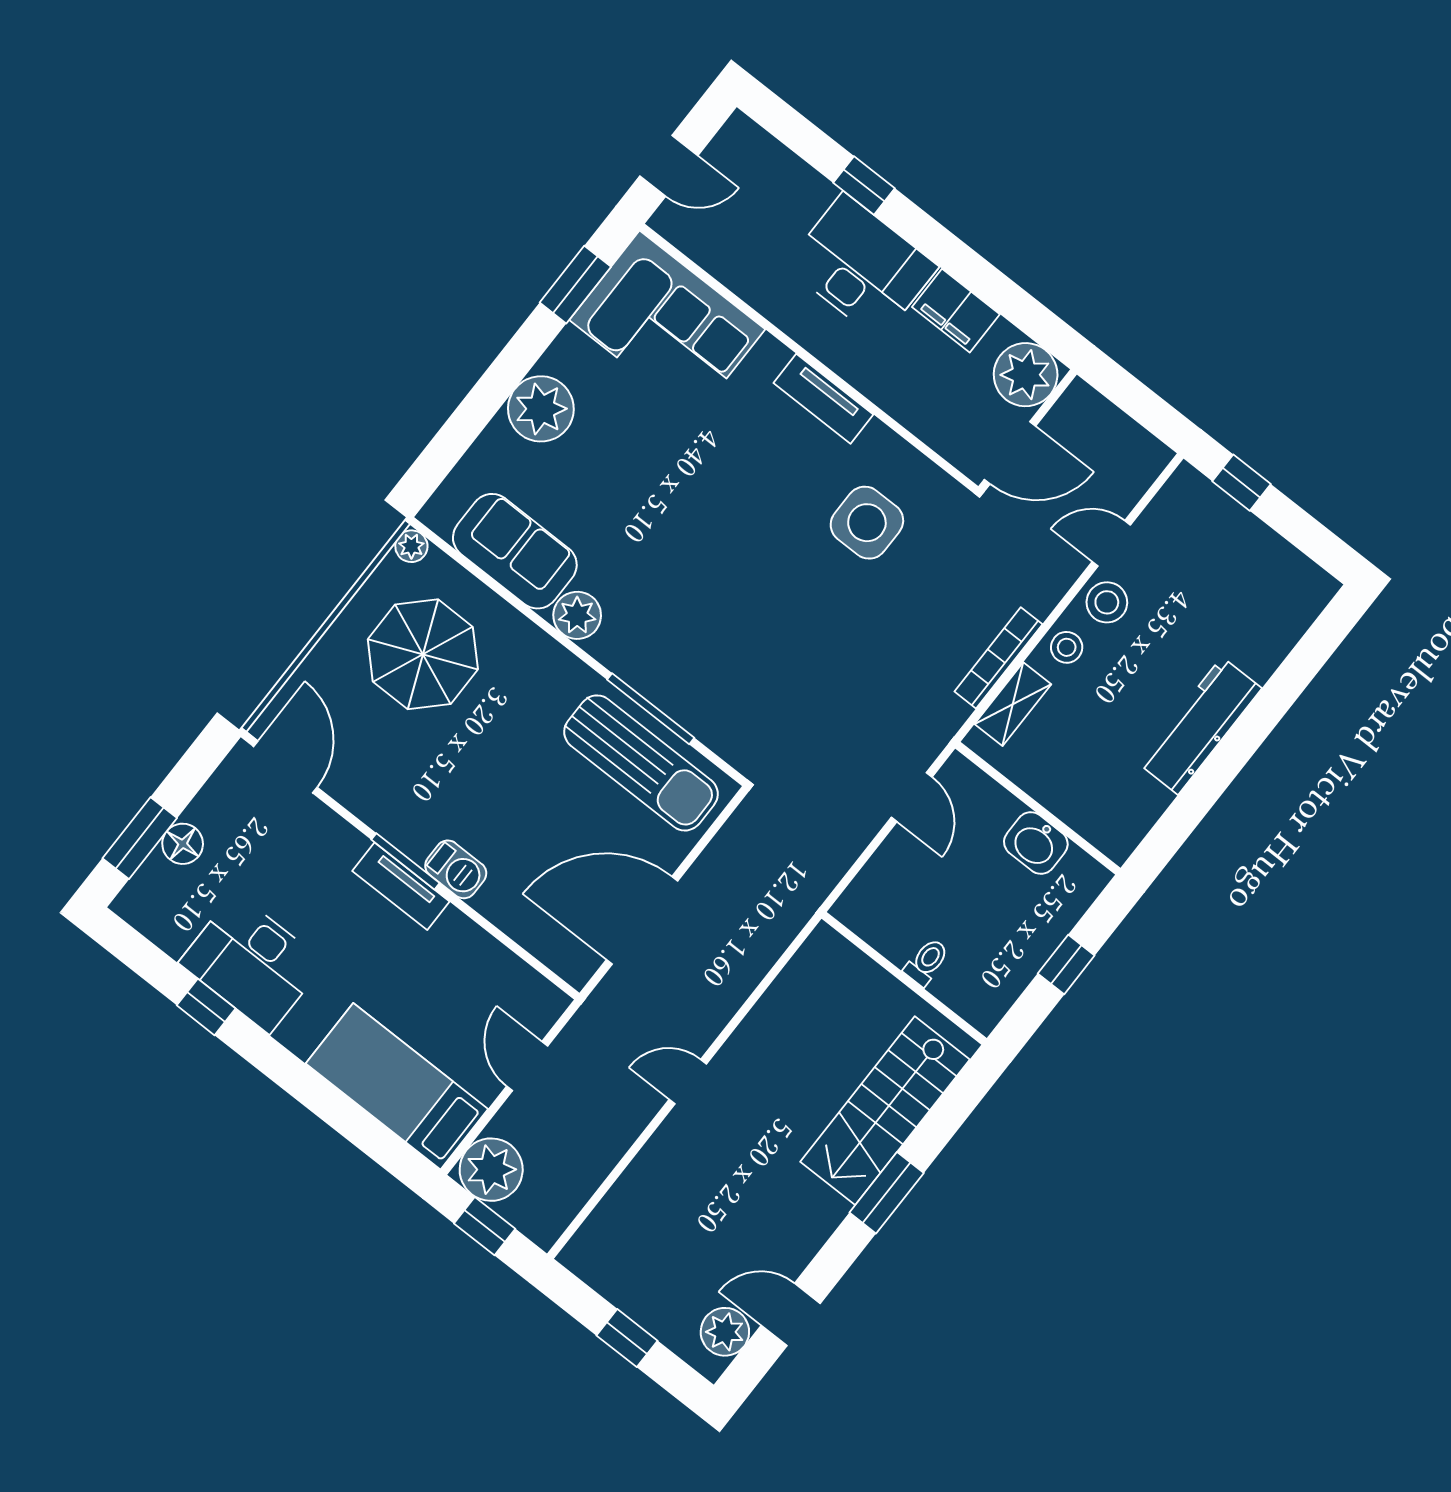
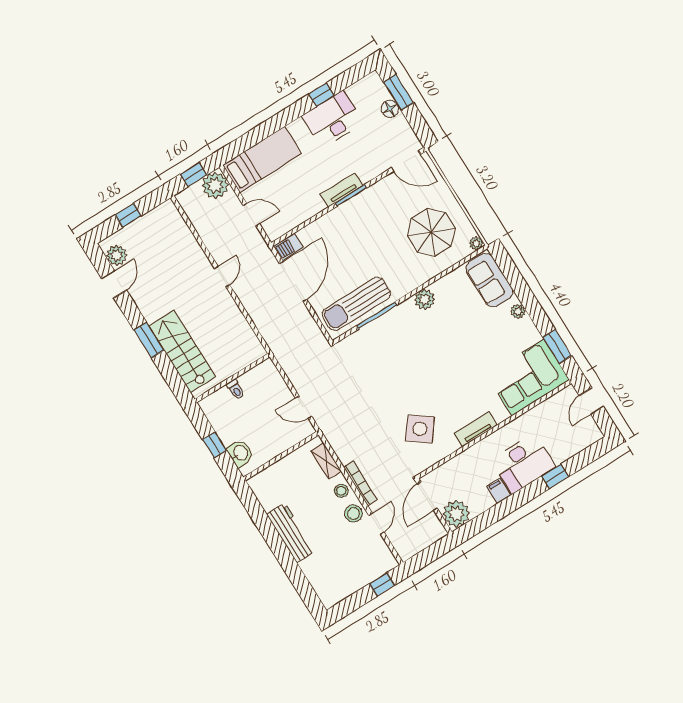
filing cabinet: (956, 311) -> (499, 491), width x0.50
plant: (541, 409) -> (518, 311), width x0.53, depth x0.53
side table: (867, 523) -> (420, 429), turned 37
sofa: (515, 551) -> (489, 280), moved, turned 90
bookcase: (998, 658) -> (360, 483), moved
washbasin: (1036, 843) -> (240, 453), moved, turned 90
barbecue: (456, 869) -> (288, 247), moved

